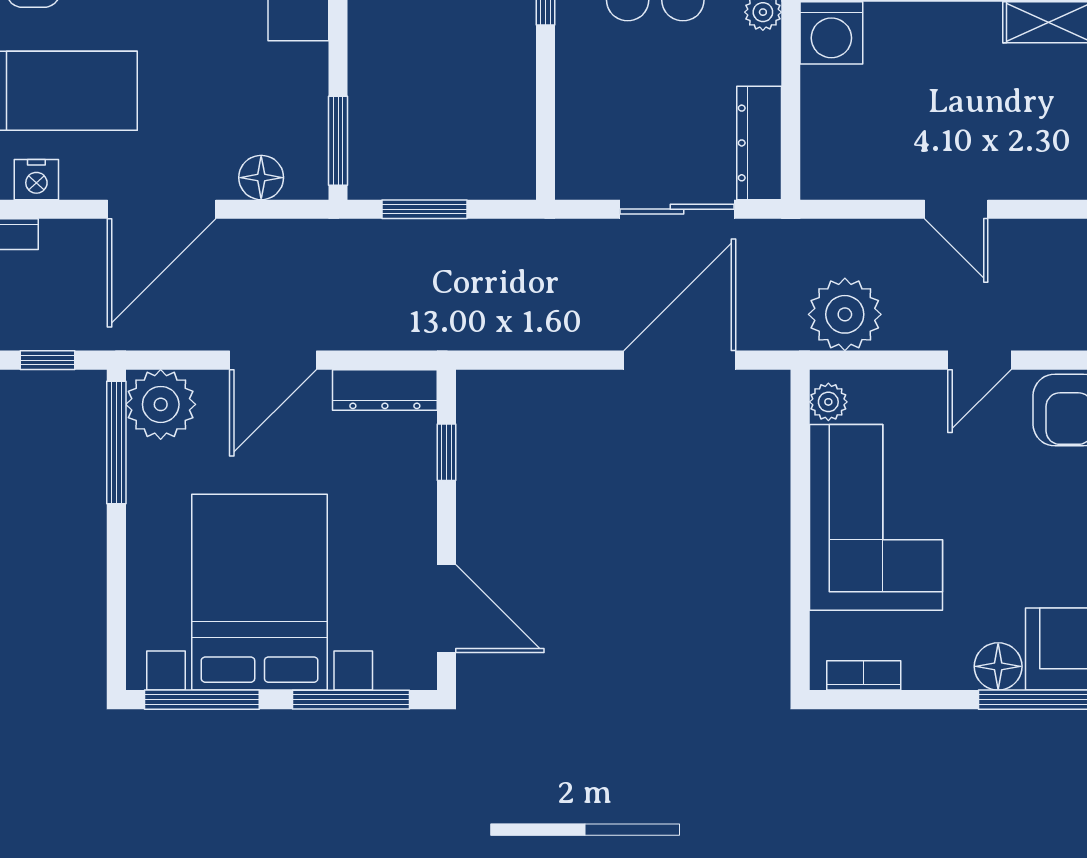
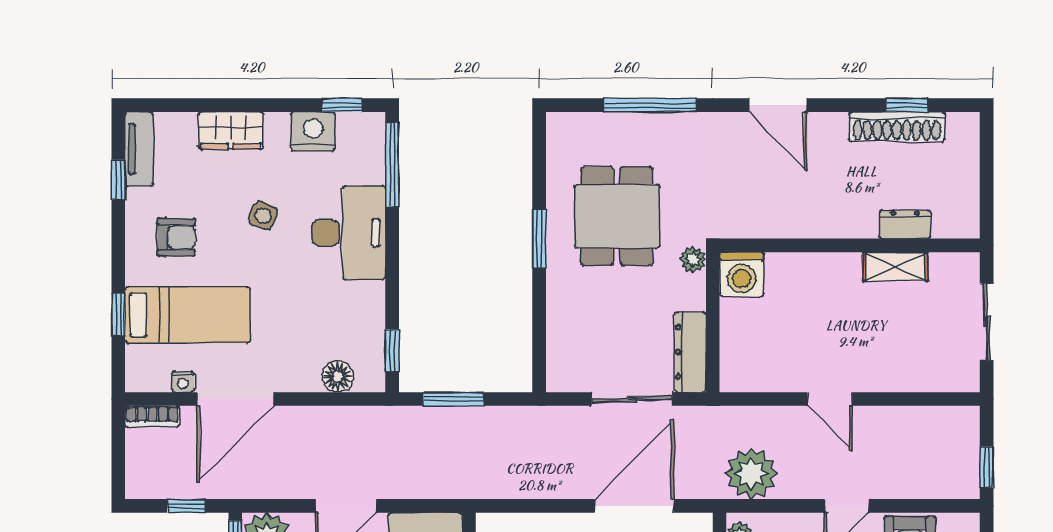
window: (338, 141) -> (392, 350), width x0.67
nightstand: (36, 180) -> (183, 382), width x0.72, depth x0.74
door: (162, 209) -> (235, 399), moved

